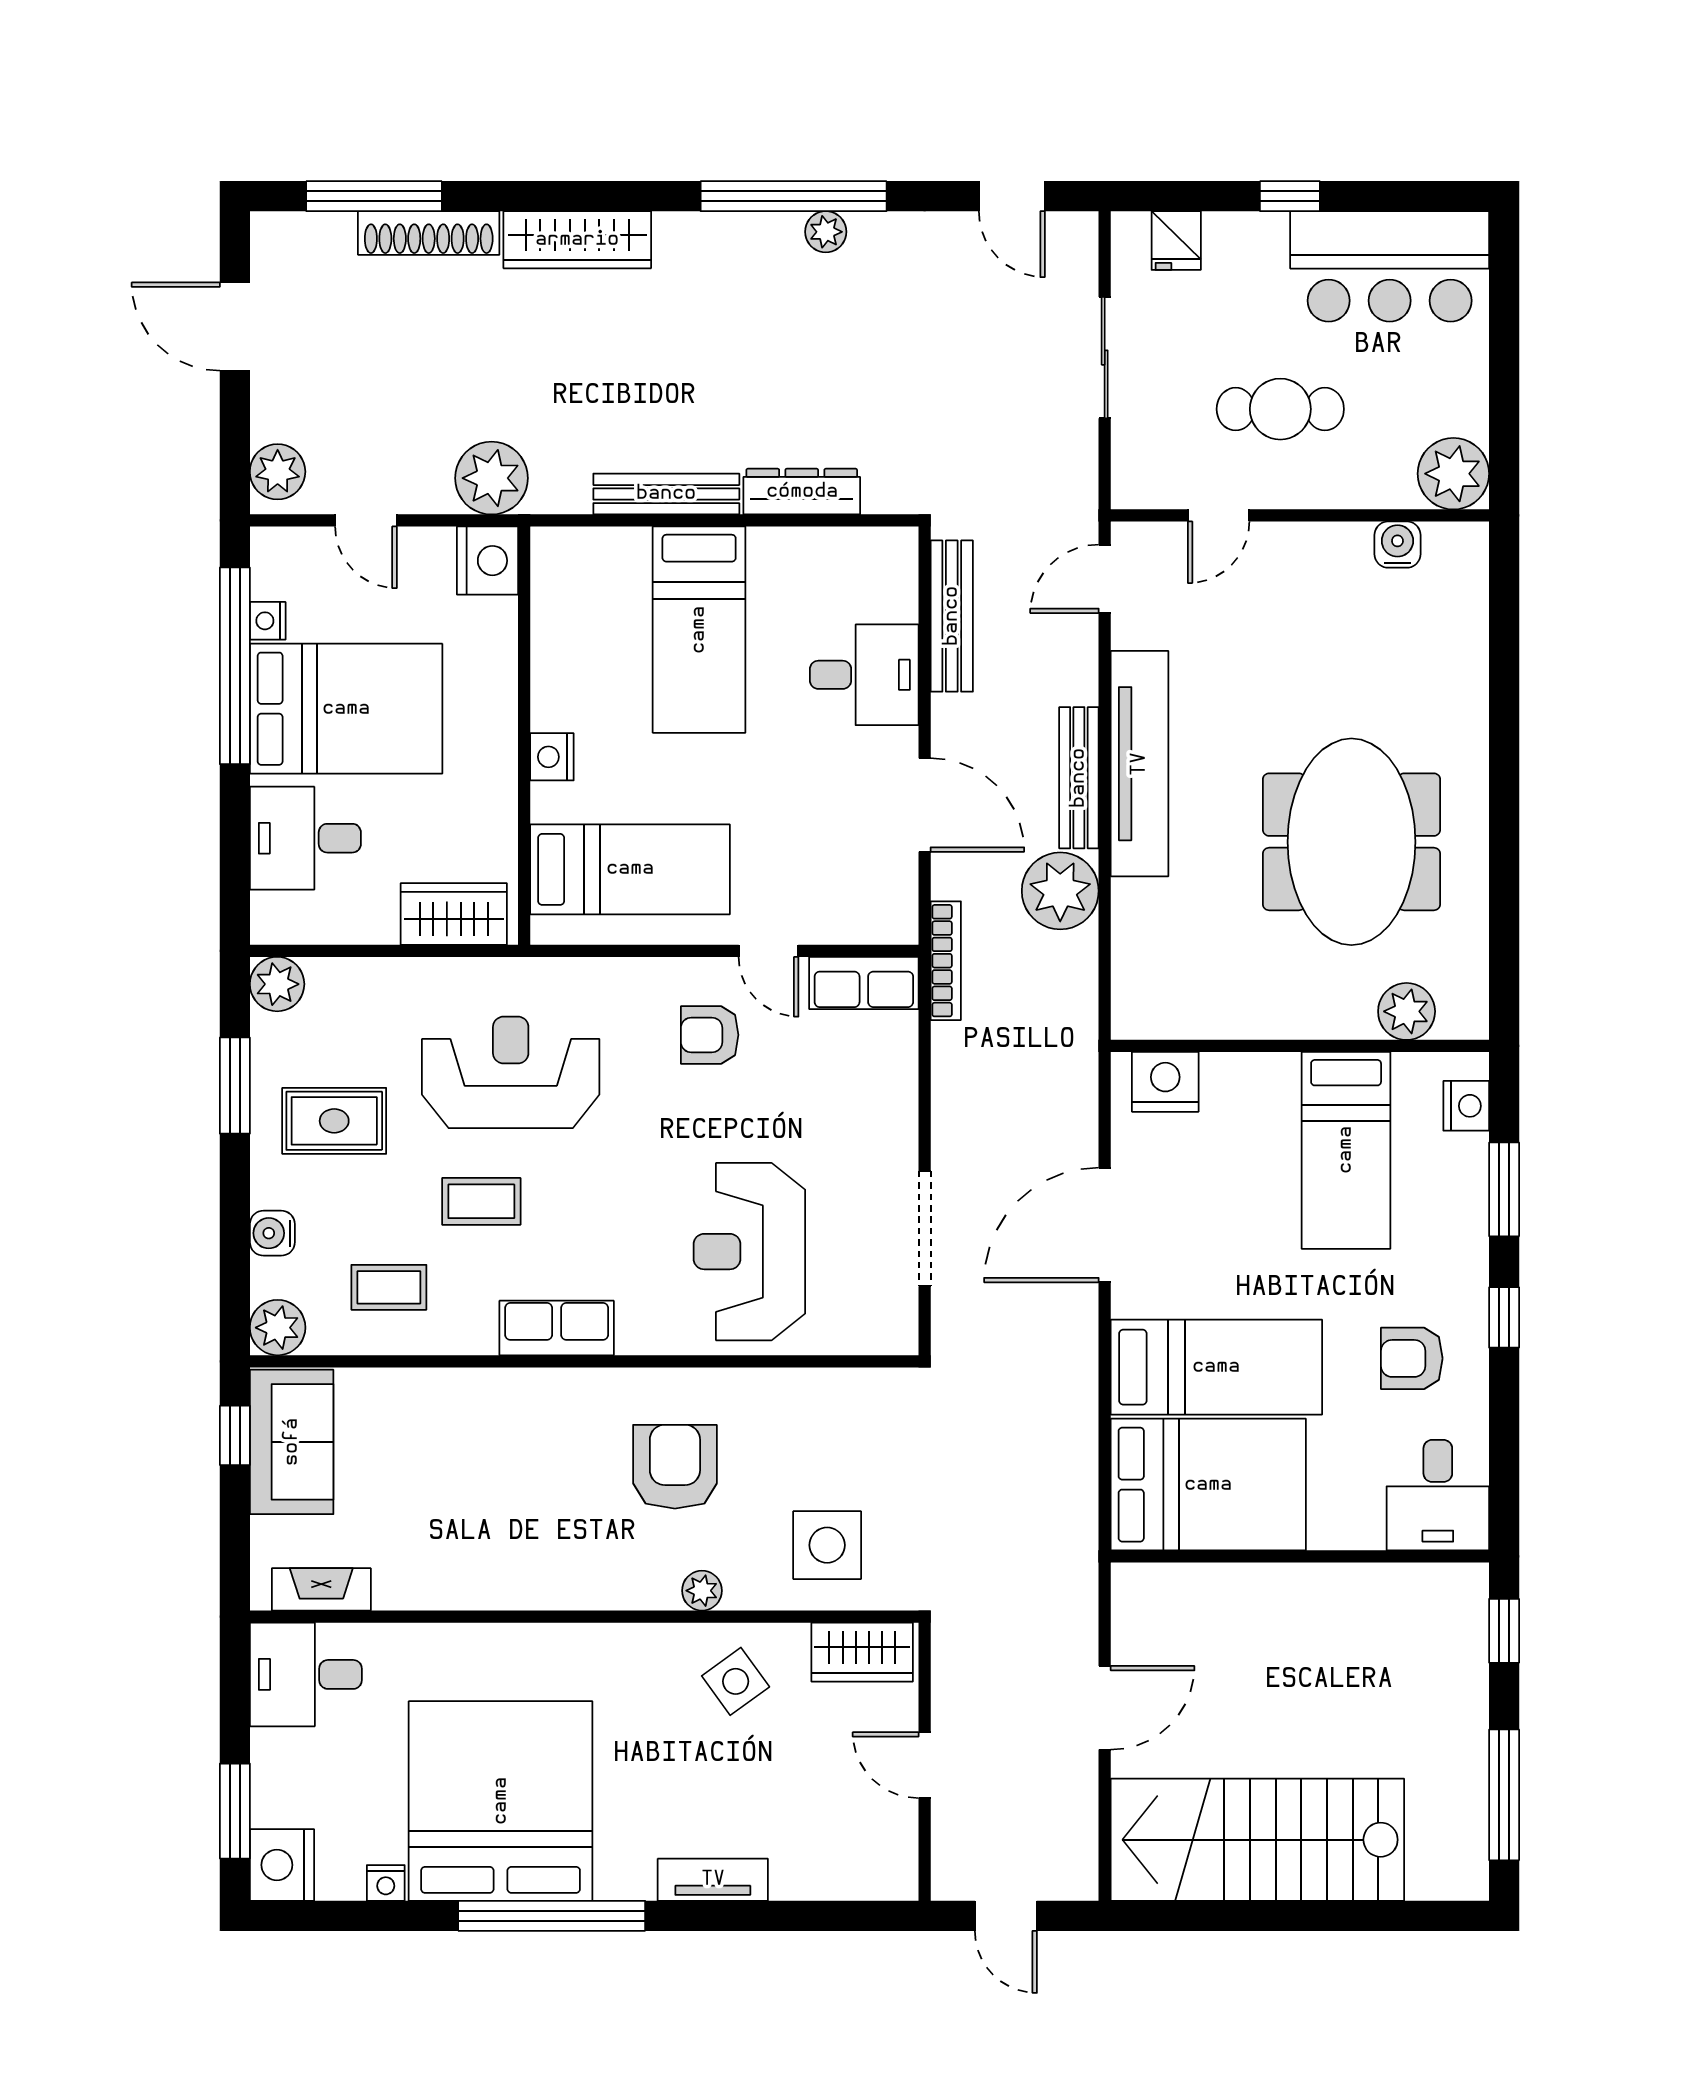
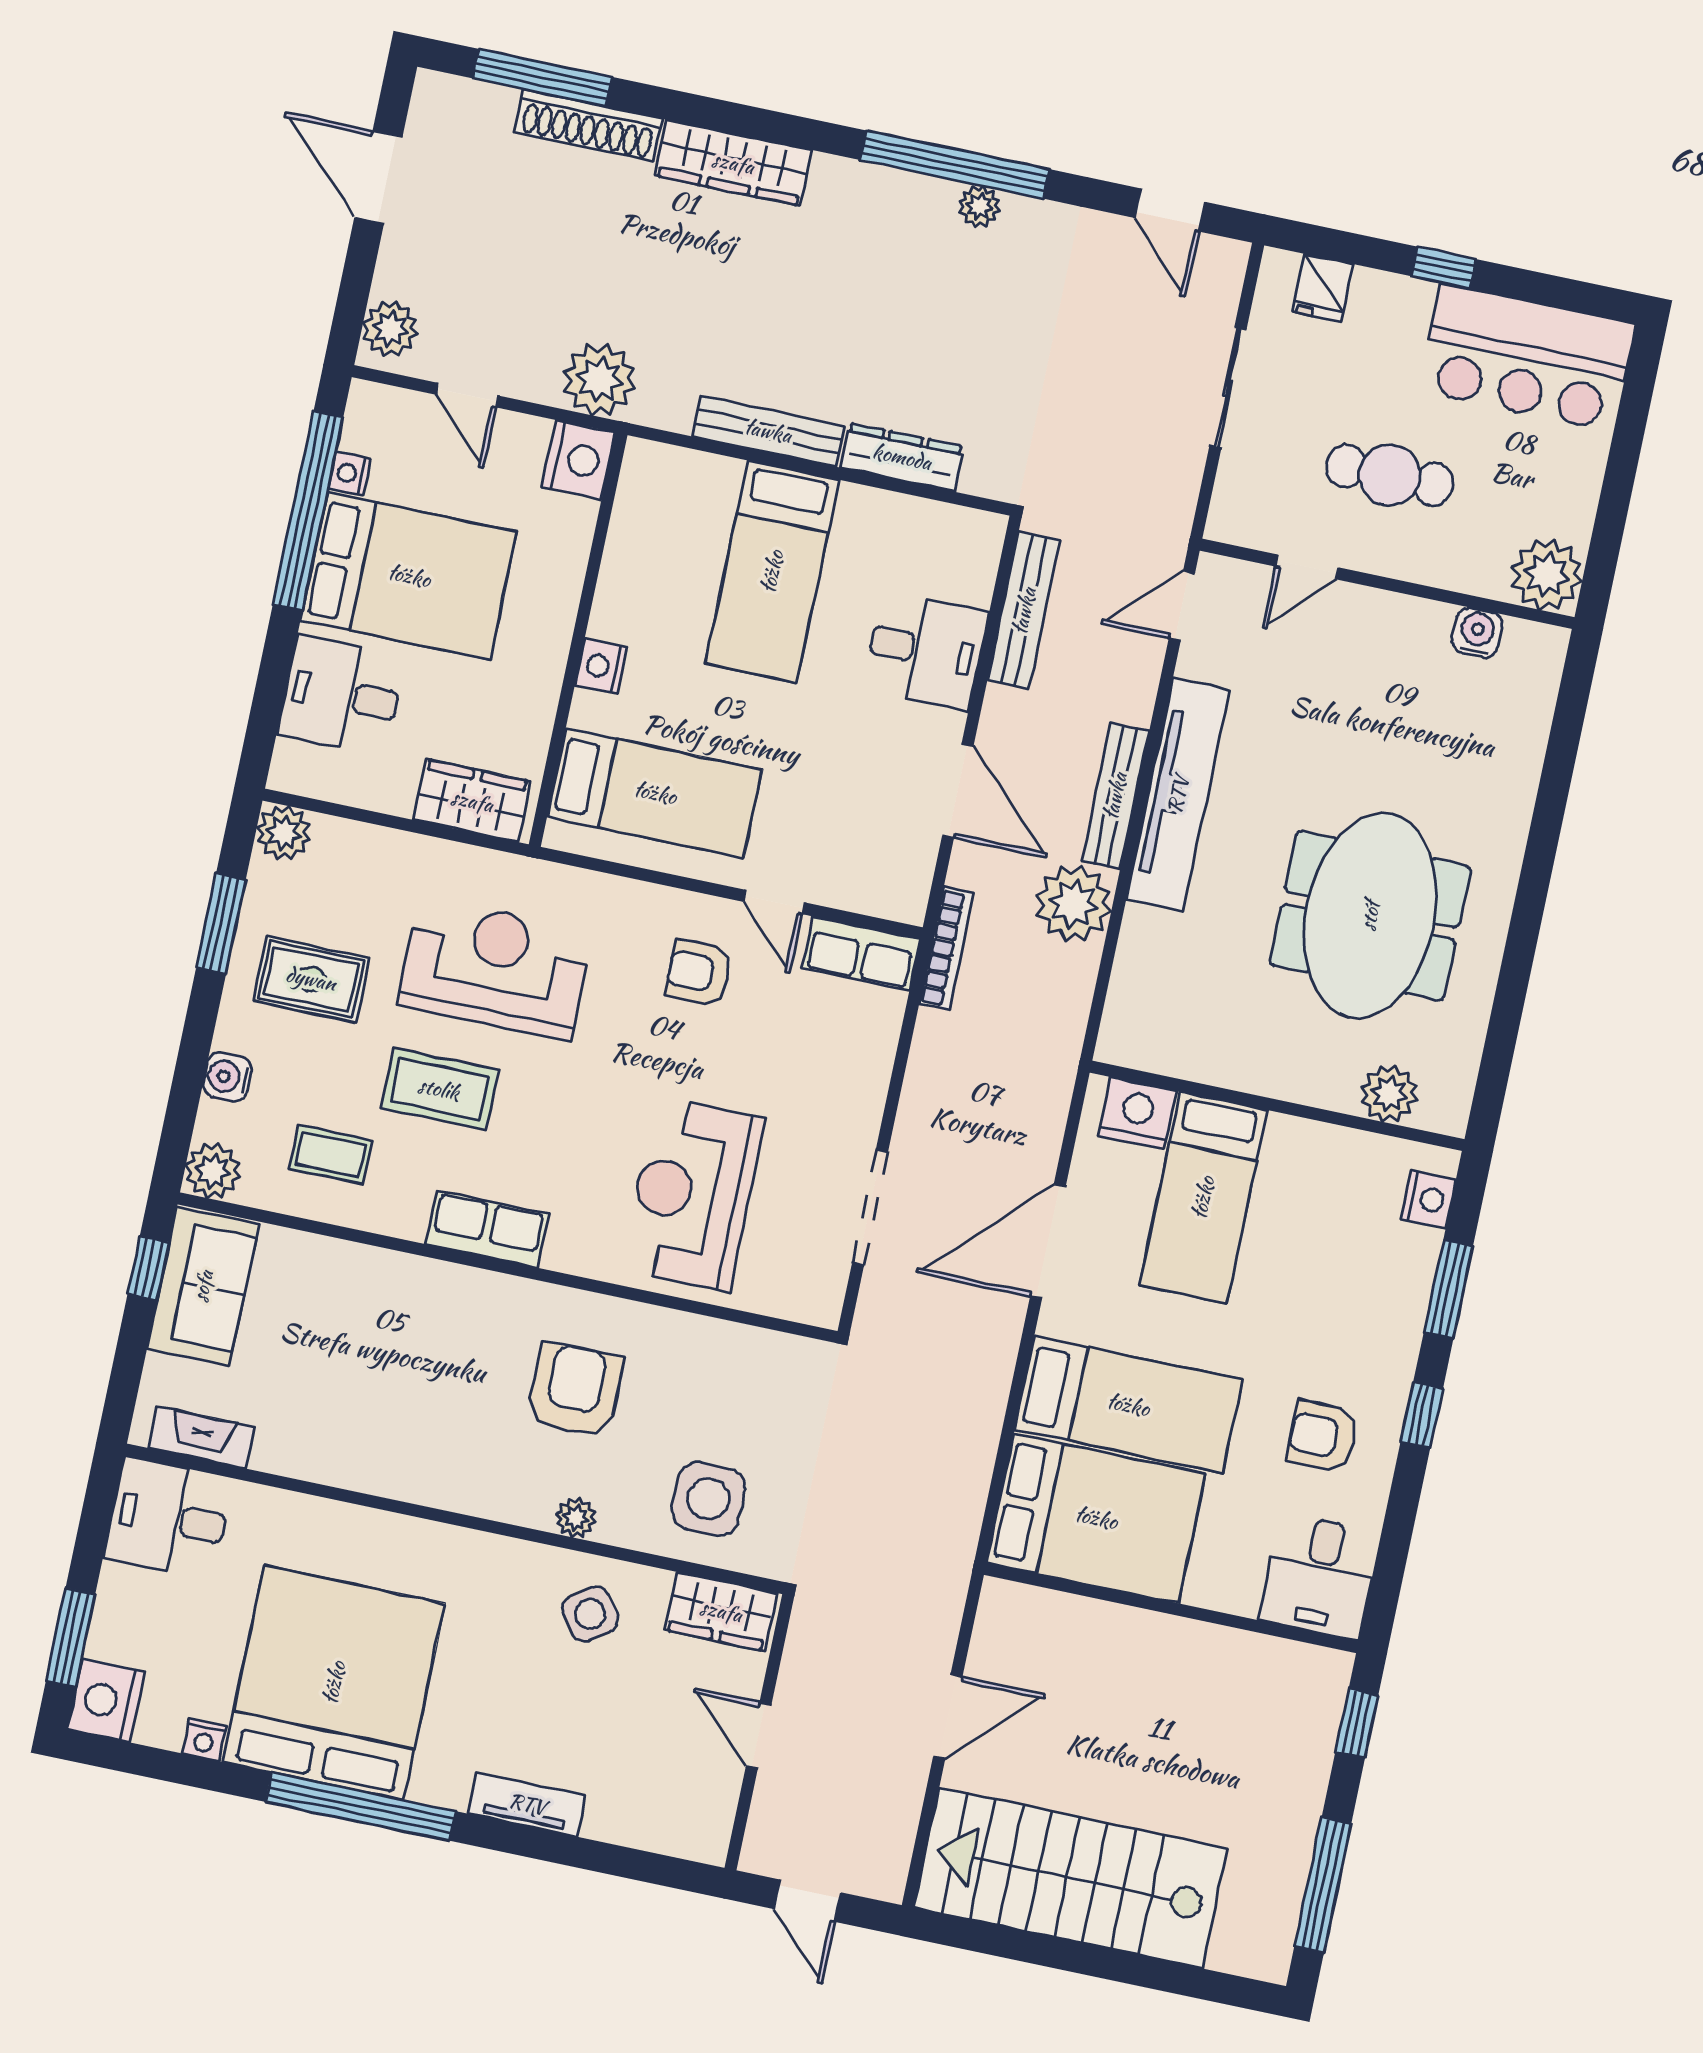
bed: (1346, 1150) -> (1203, 1198), moved
coffee table: (481, 1201) -> (439, 1089), width x1.36, depth x1.30

